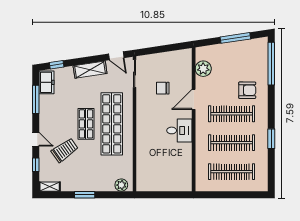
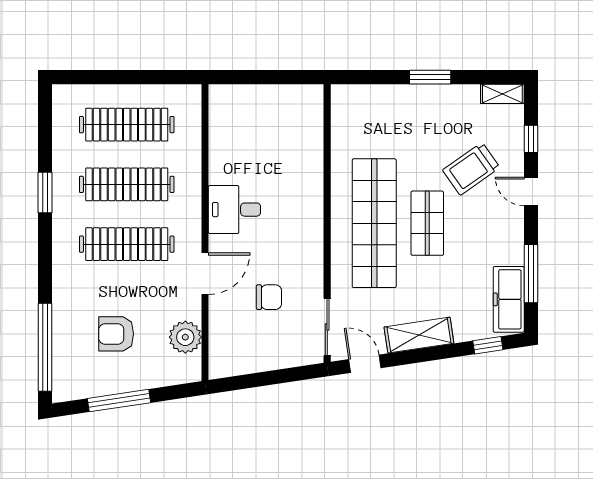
freezer: (47, 82) -> (509, 299), width x1.40
armchair: (247, 90) -> (116, 334), moved
plant: (121, 185) -> (354, 97), removed

